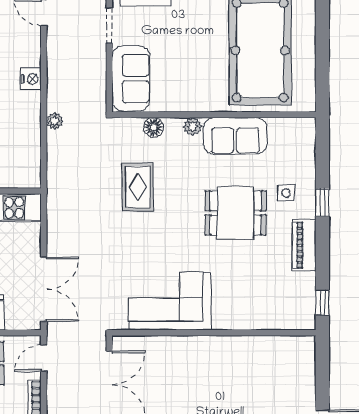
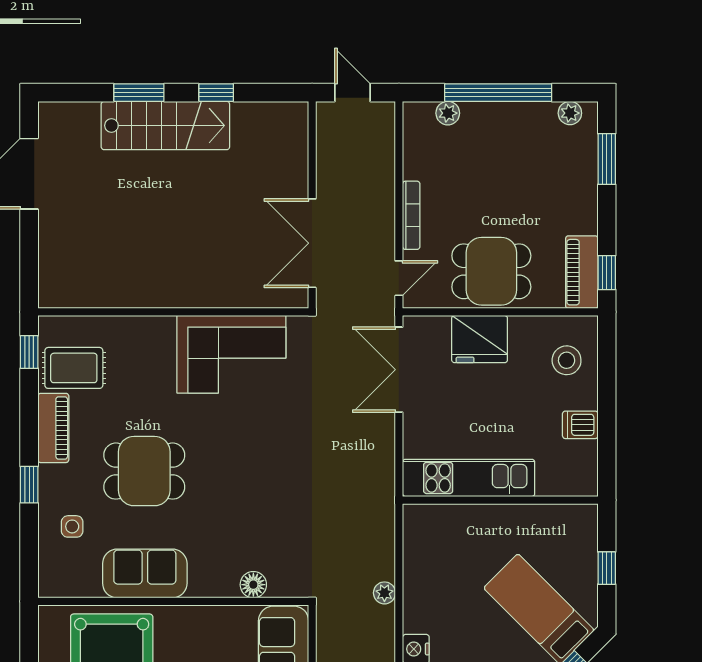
plant: (193, 127) -> (201, 586), removed
rug: (138, 187) -> (74, 368), moved, turned 90
side table: (286, 193) -> (72, 526), moved

